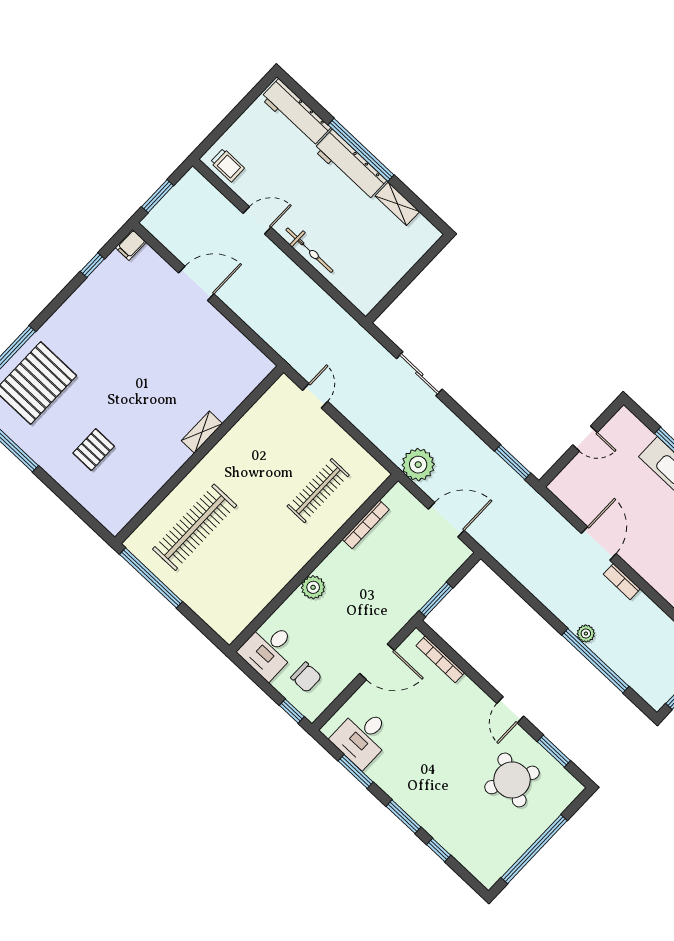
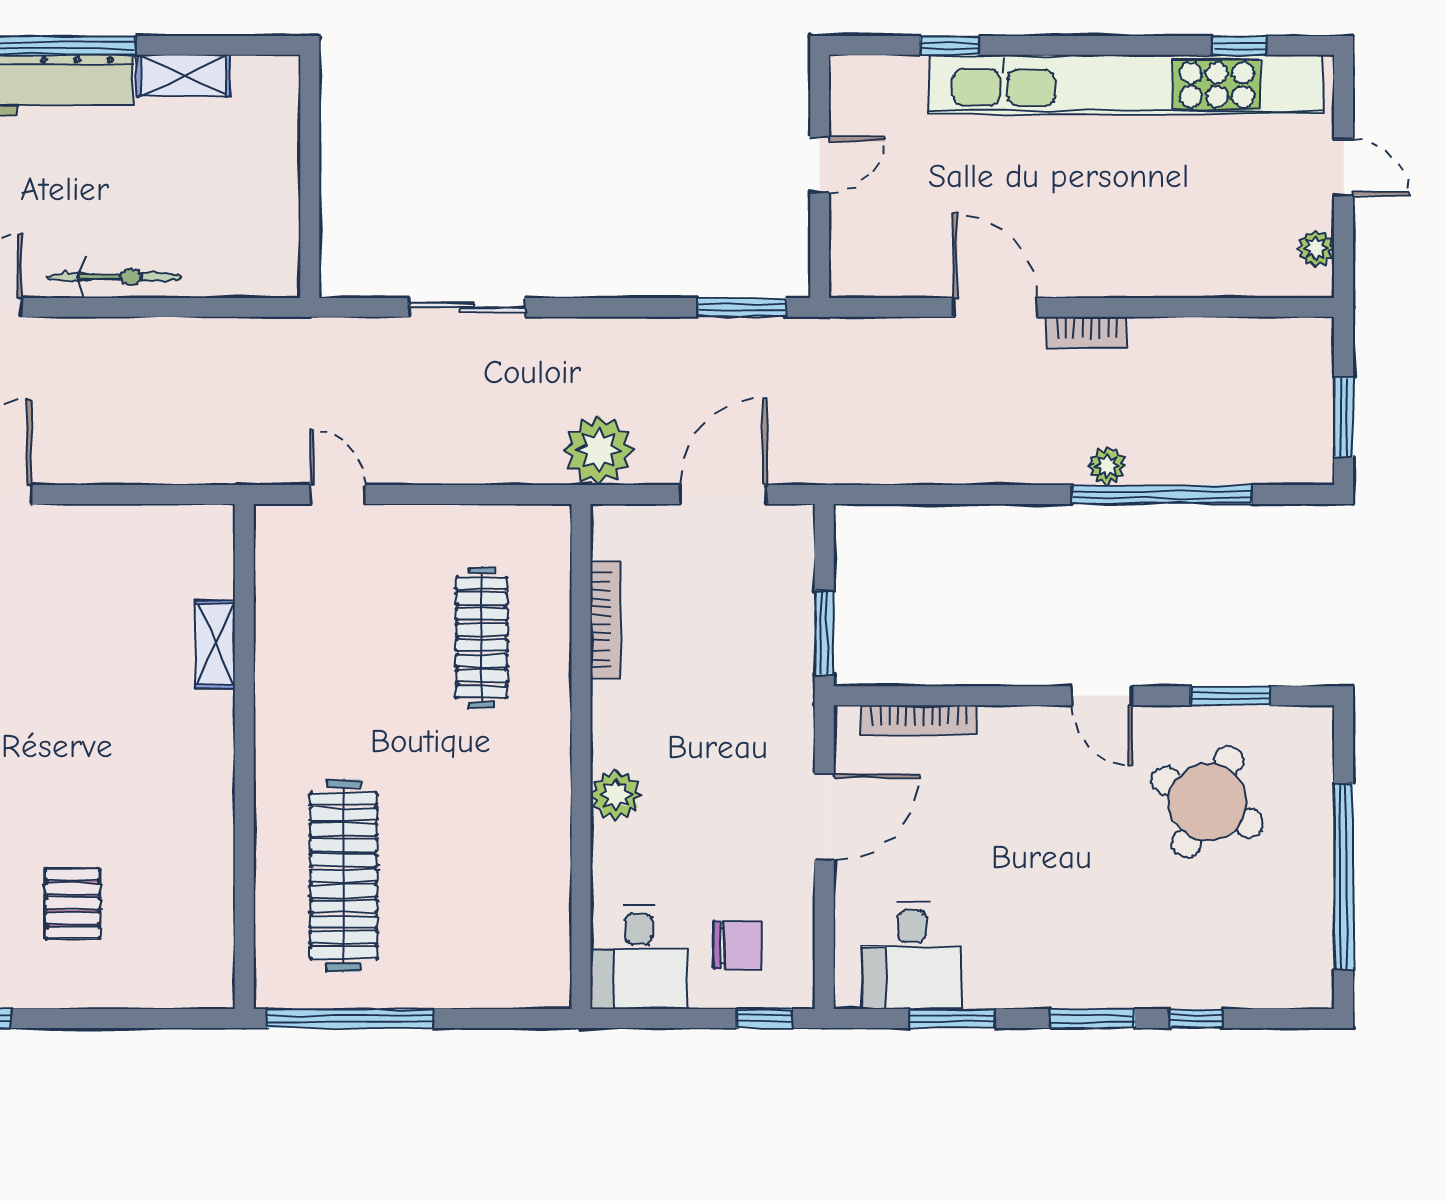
shelving: (202, 432) -> (215, 645), moved

